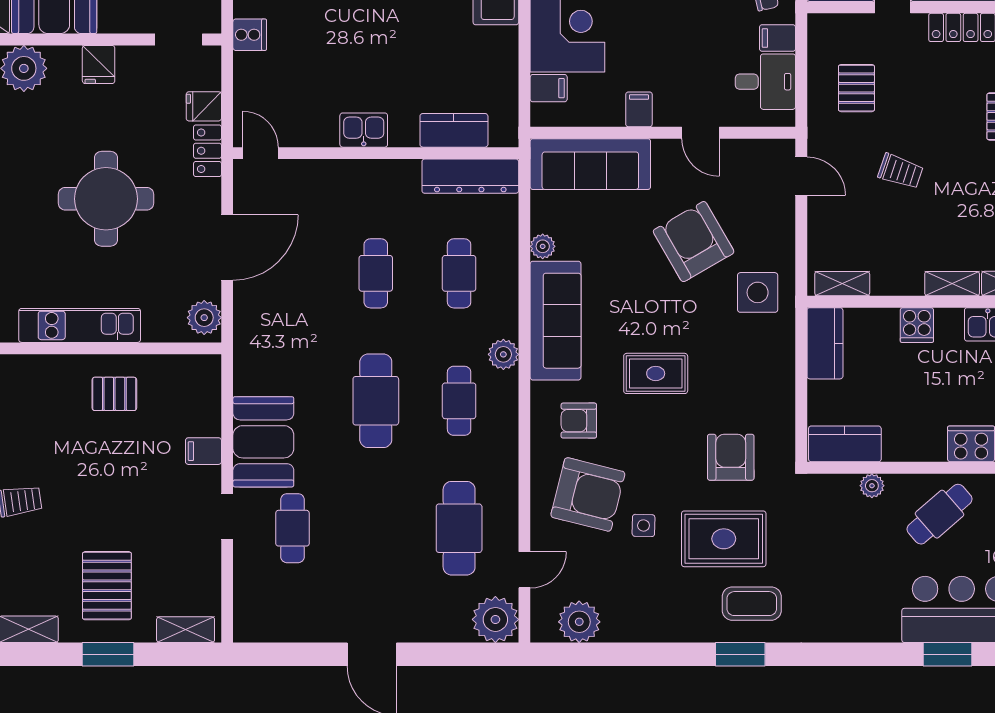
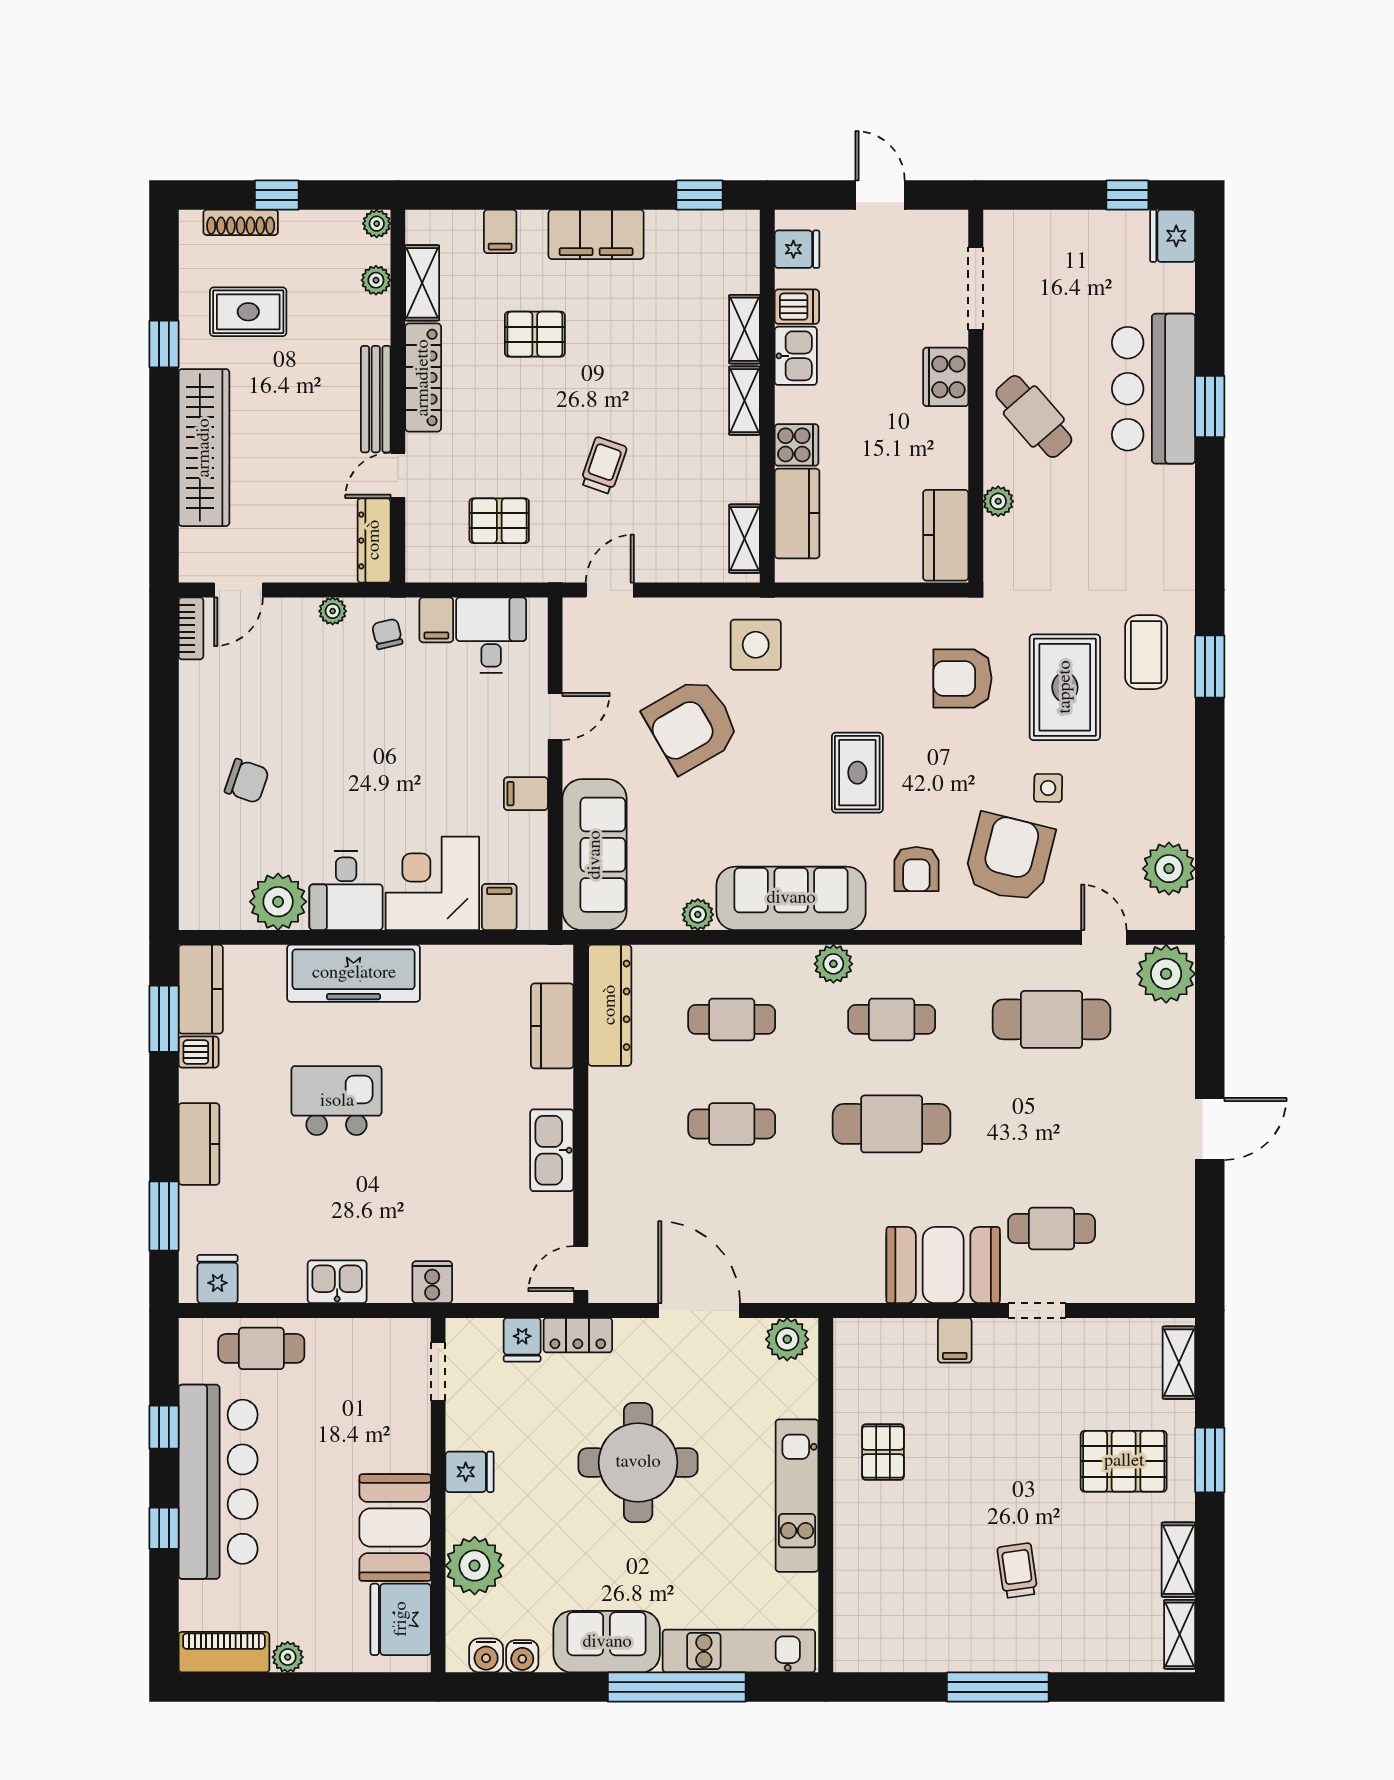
kitchen sink: (364, 130) -> (552, 1150), width x1.38
kitchen counter: (825, 343) -> (797, 513), moved, turned 90

